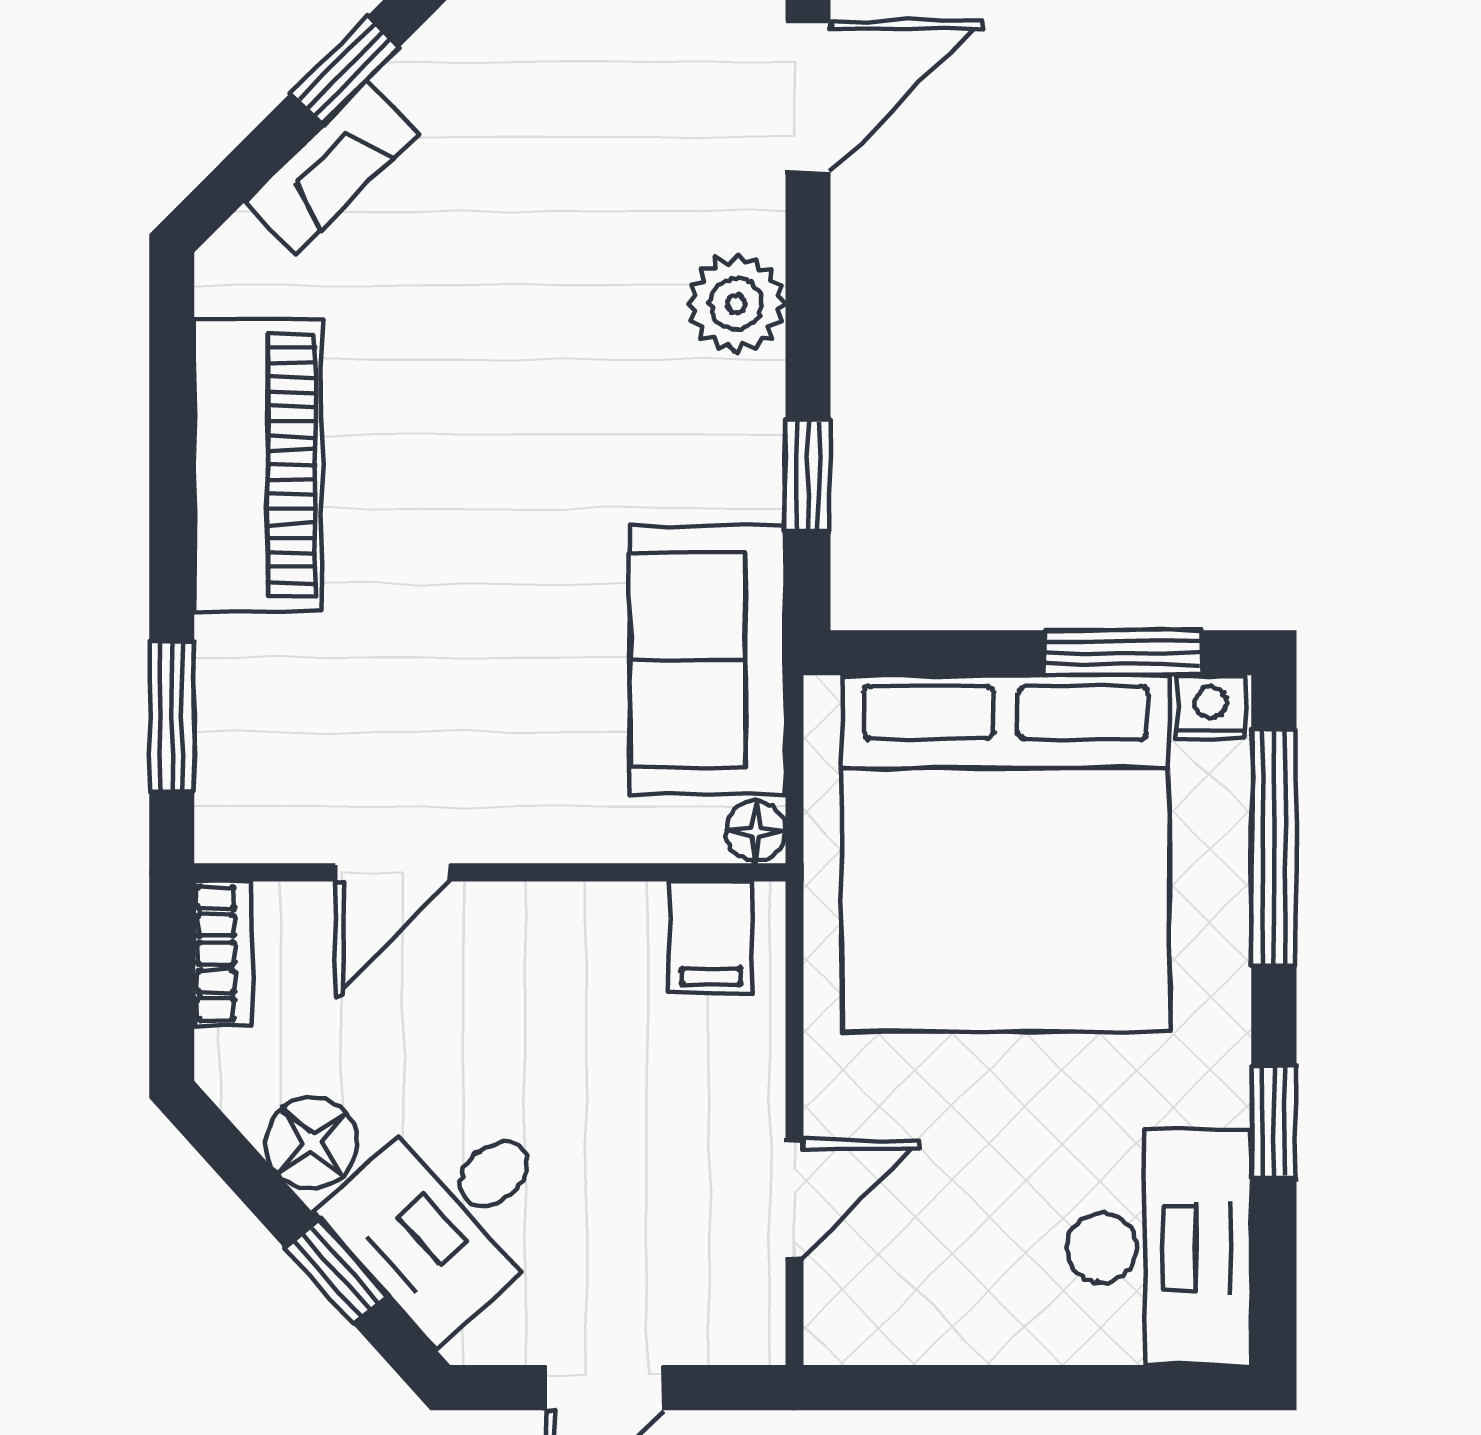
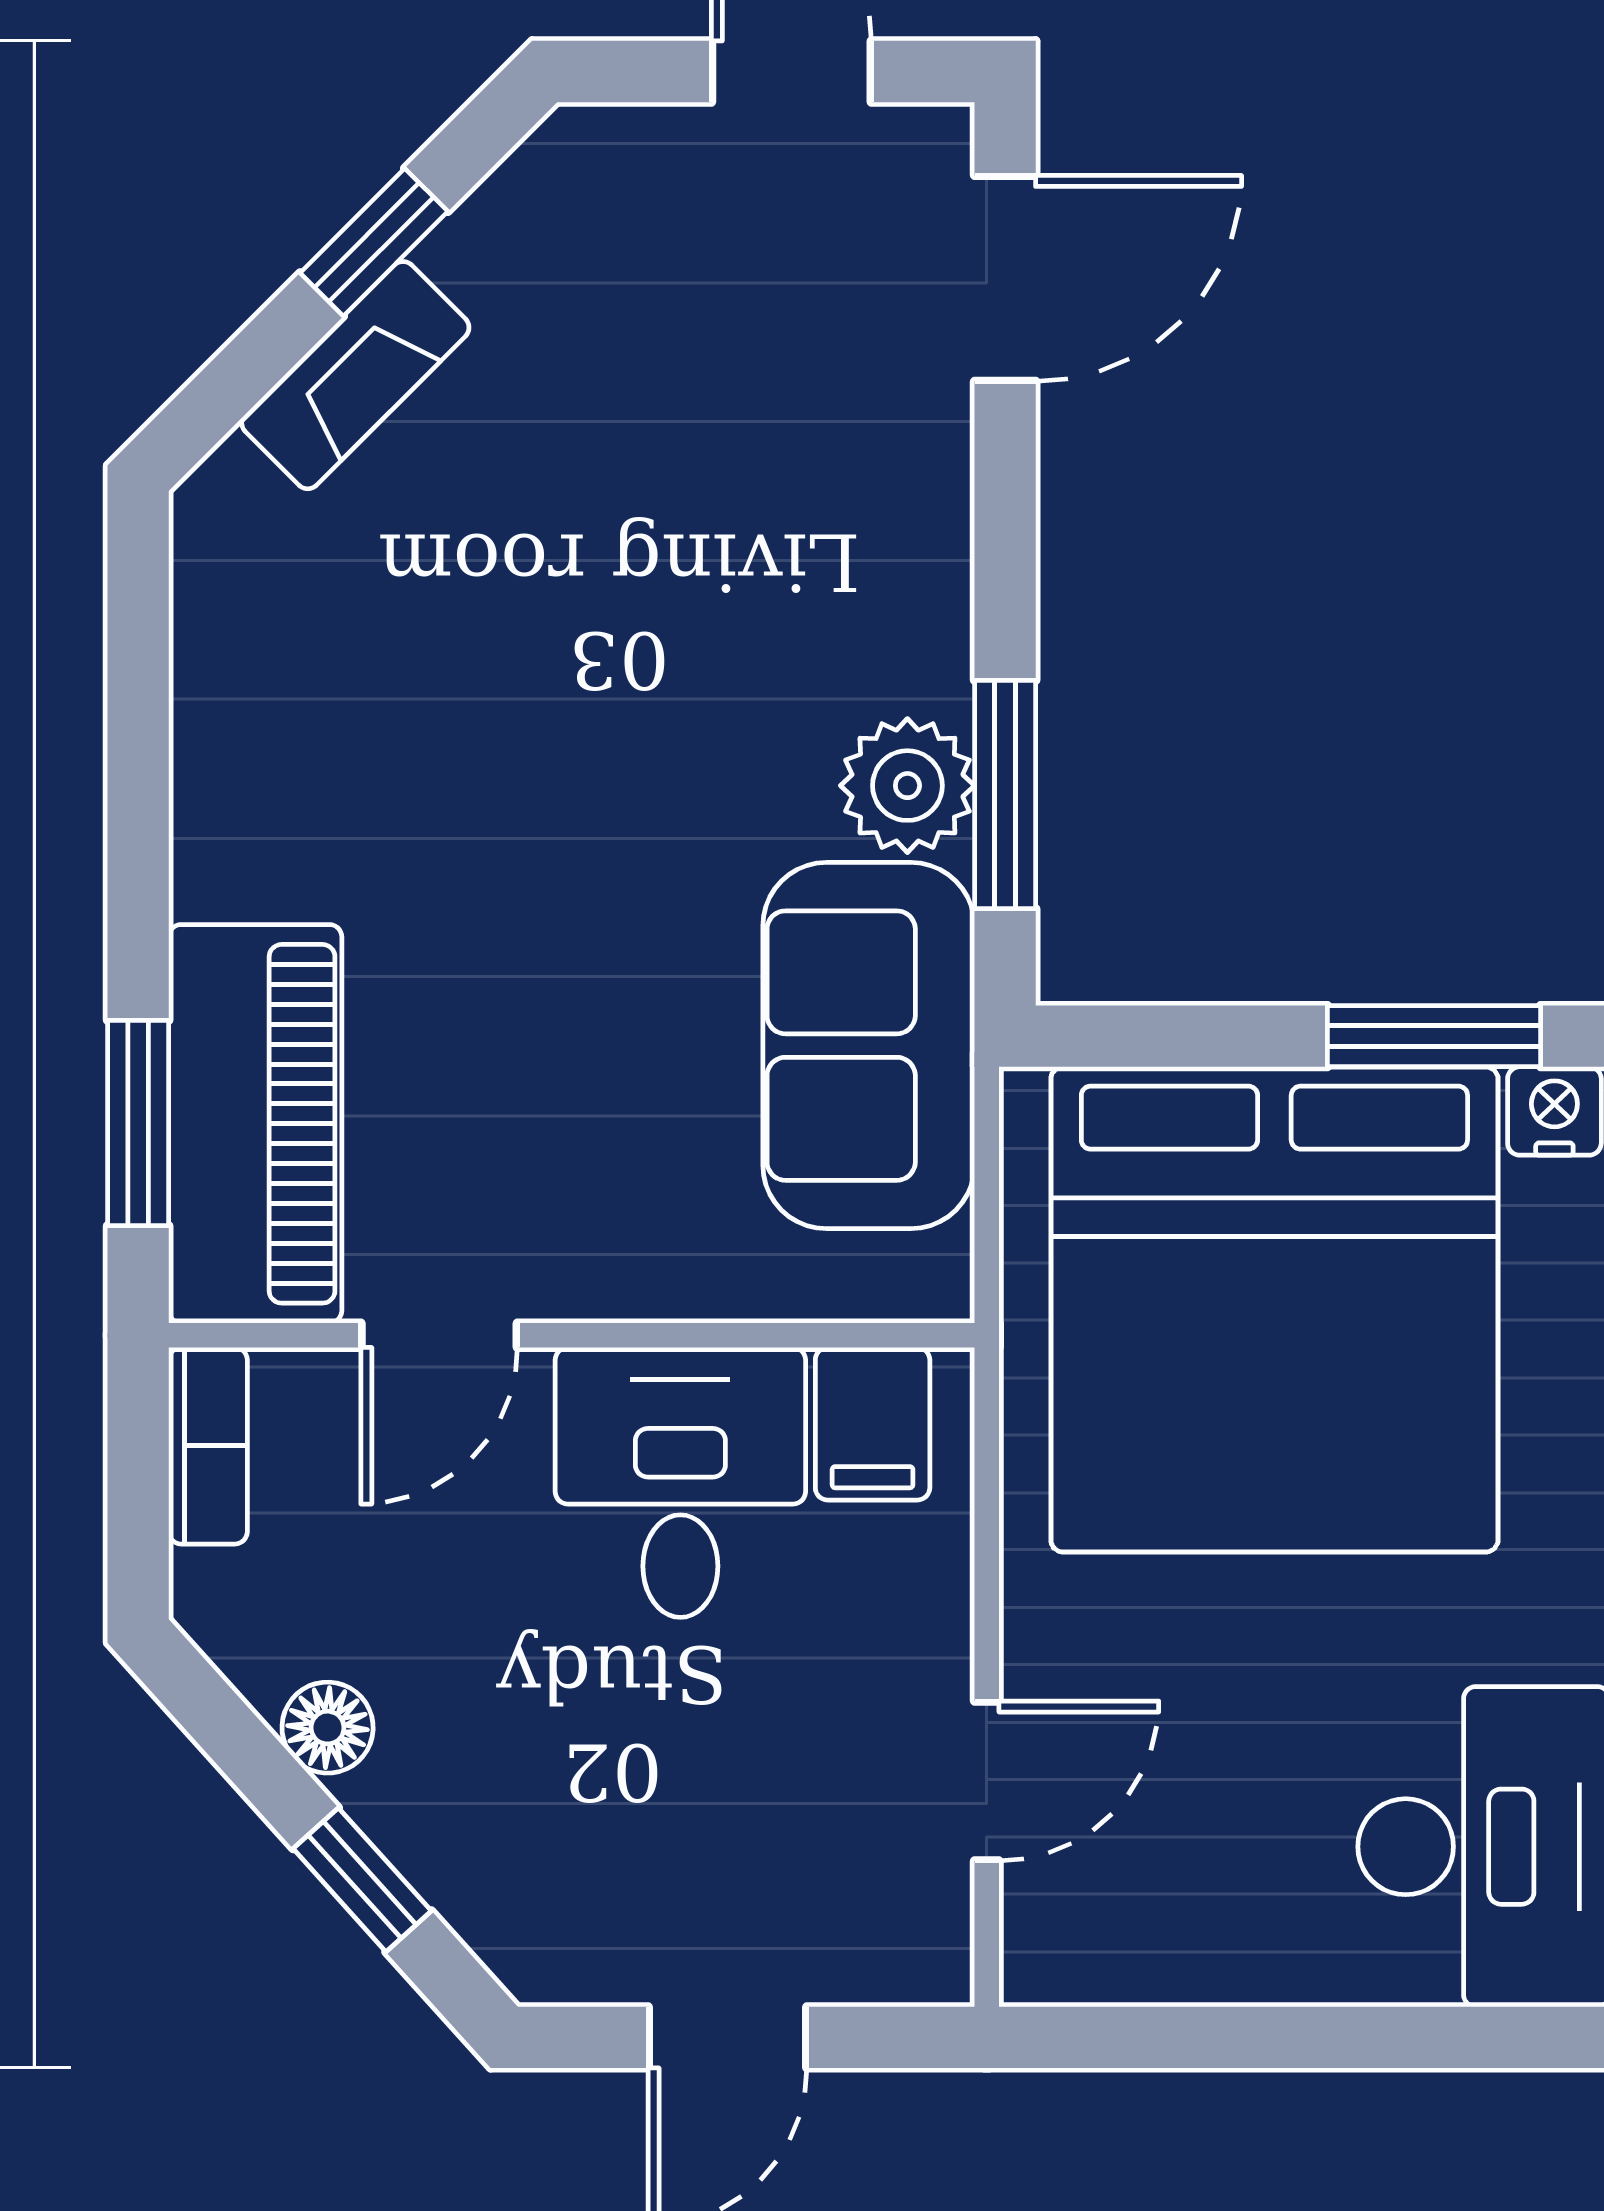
plant: (736, 304) -> (907, 786), moved
piano: (258, 465) -> (255, 1124), moved
window: (808, 476) -> (1005, 795), width x1.50
floor lamp: (756, 831) -> (934, 1279), removed
floor lamp: (312, 1143) -> (328, 1728), width x0.73, depth x0.73
desk: (448, 1215) -> (680, 1482), moved, turned 132

